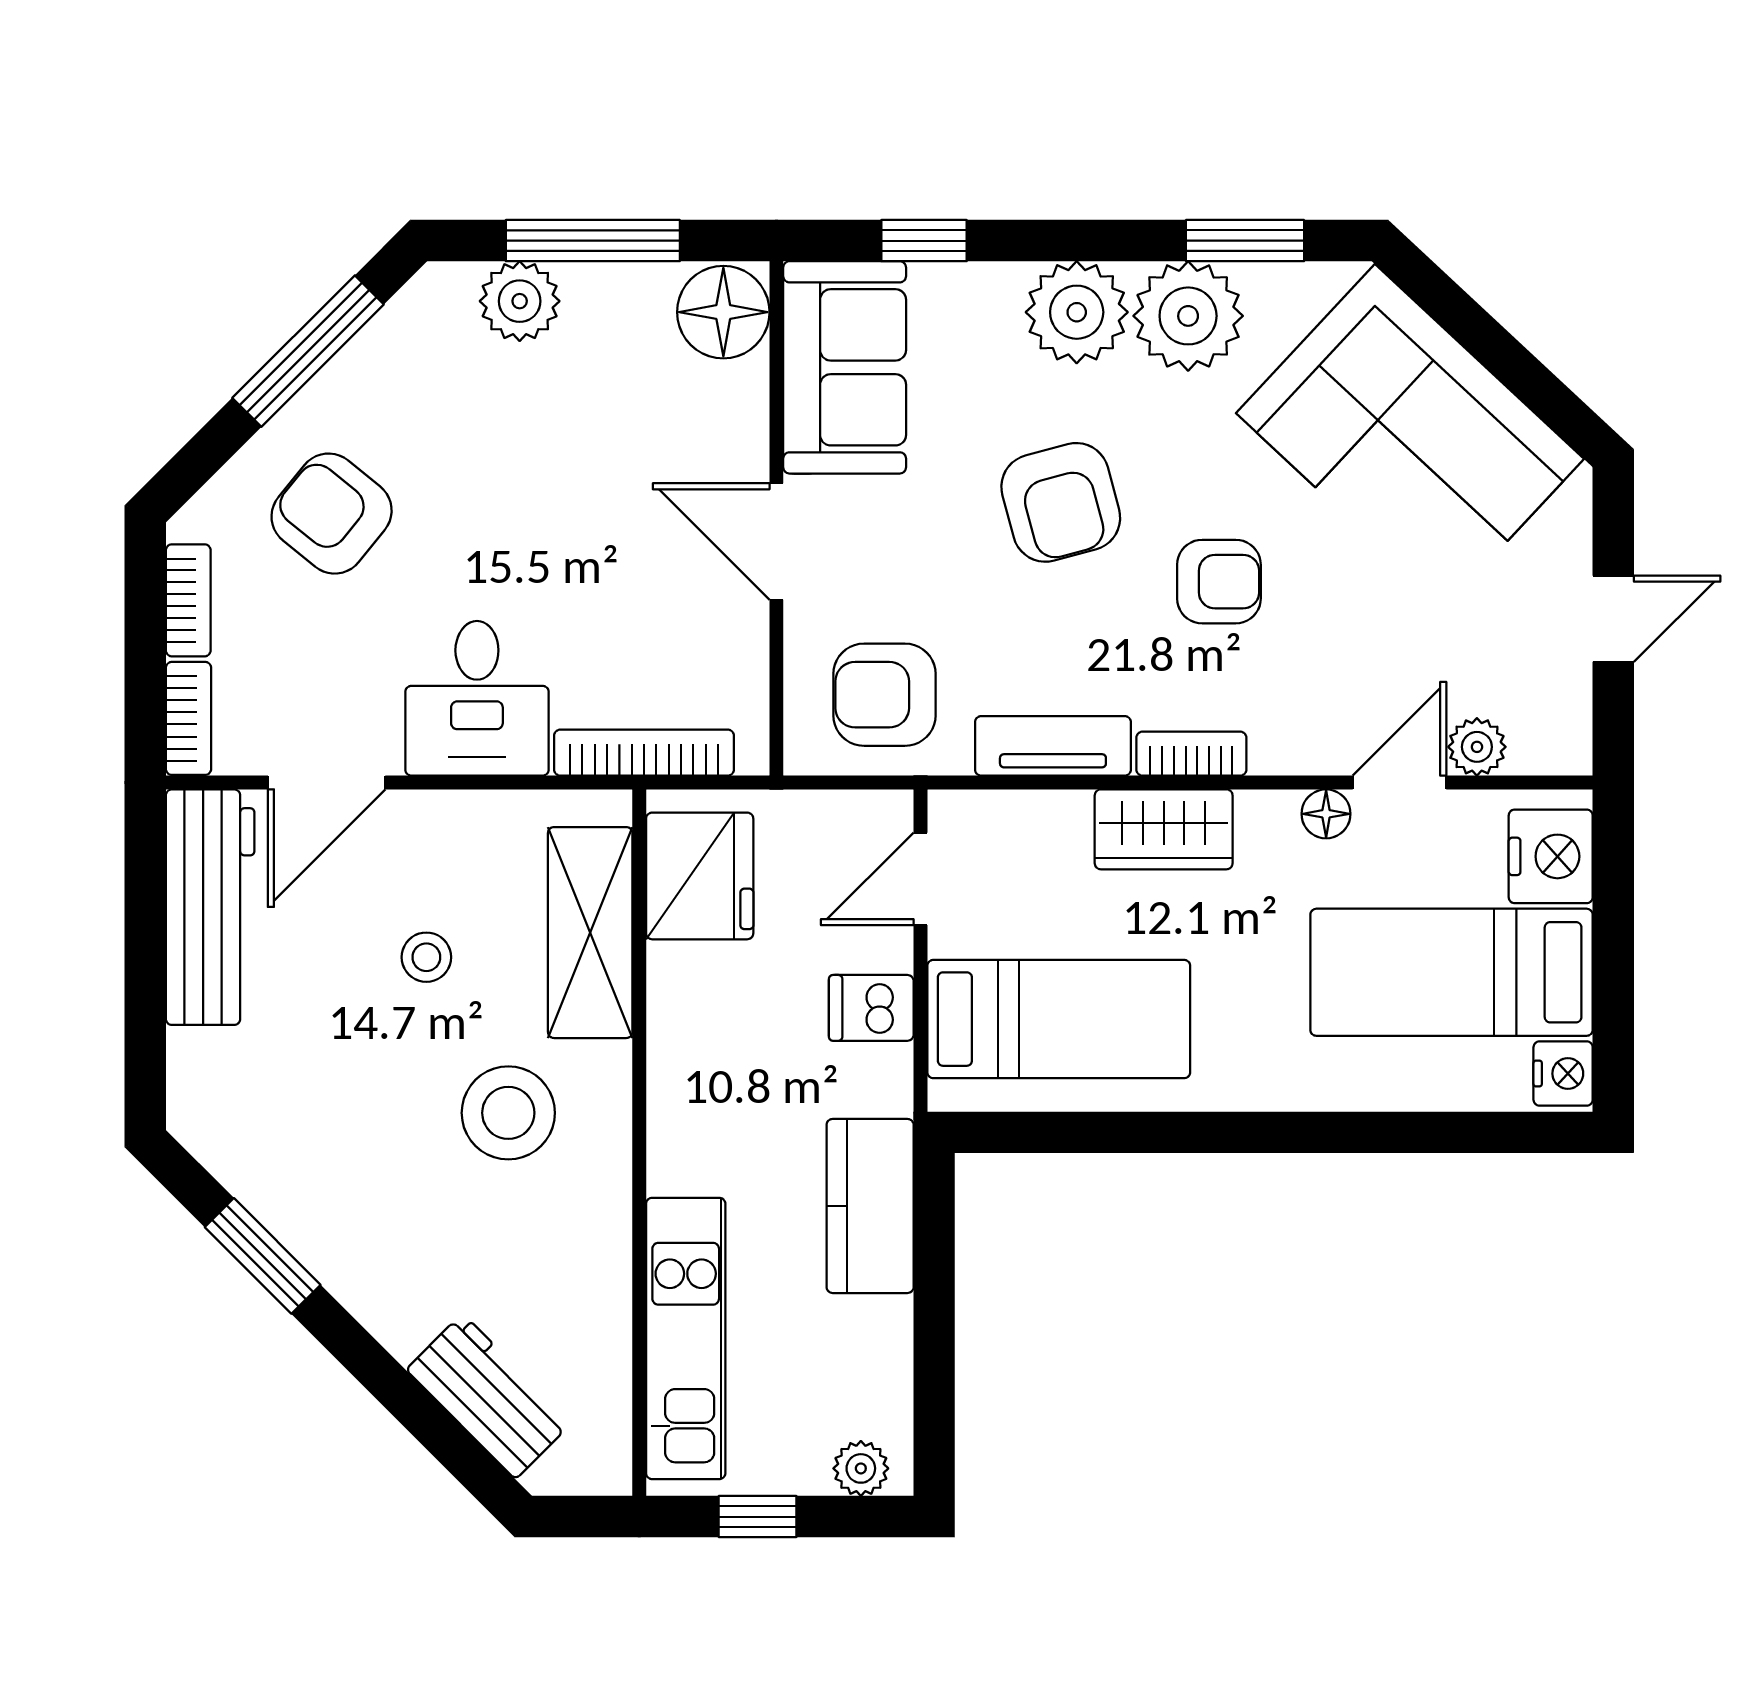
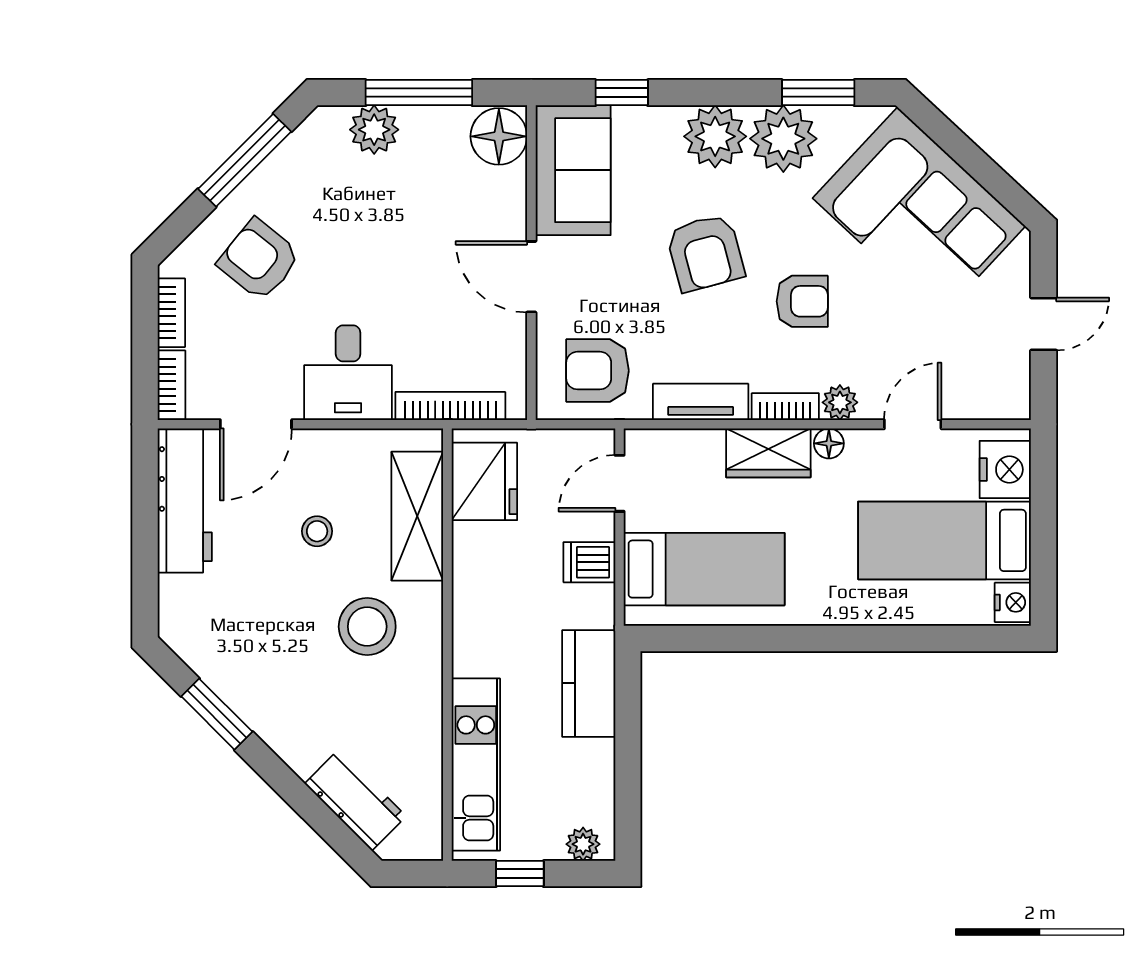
plant: (1477, 747) -> (840, 402), moved
floor lamp: (1326, 814) -> (829, 443), moved

